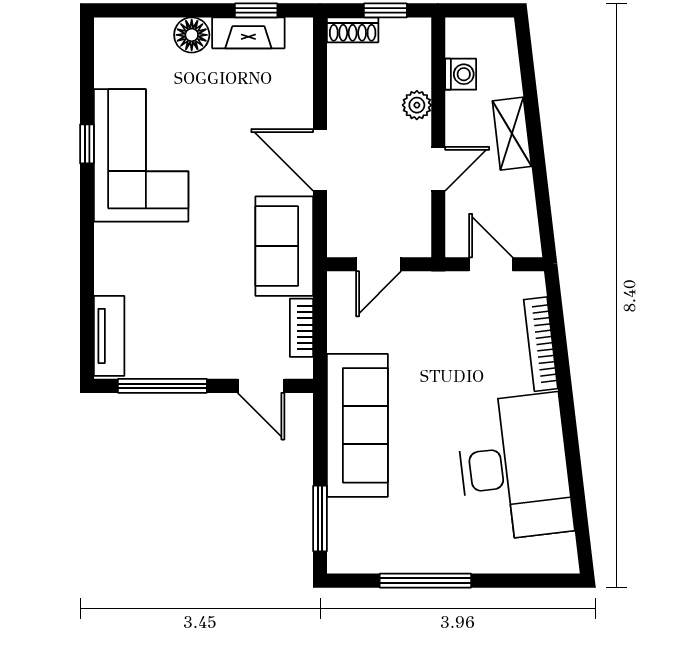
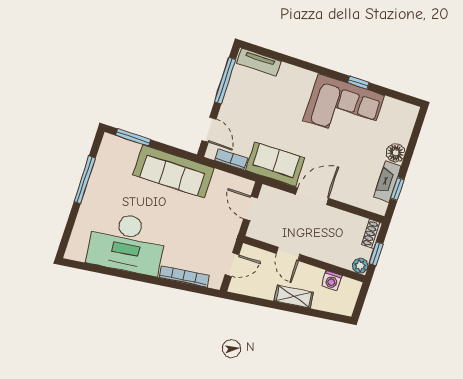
plant: (417, 105) -> (360, 266), moved
door: (261, 386) -> (209, 130), swing flipped

